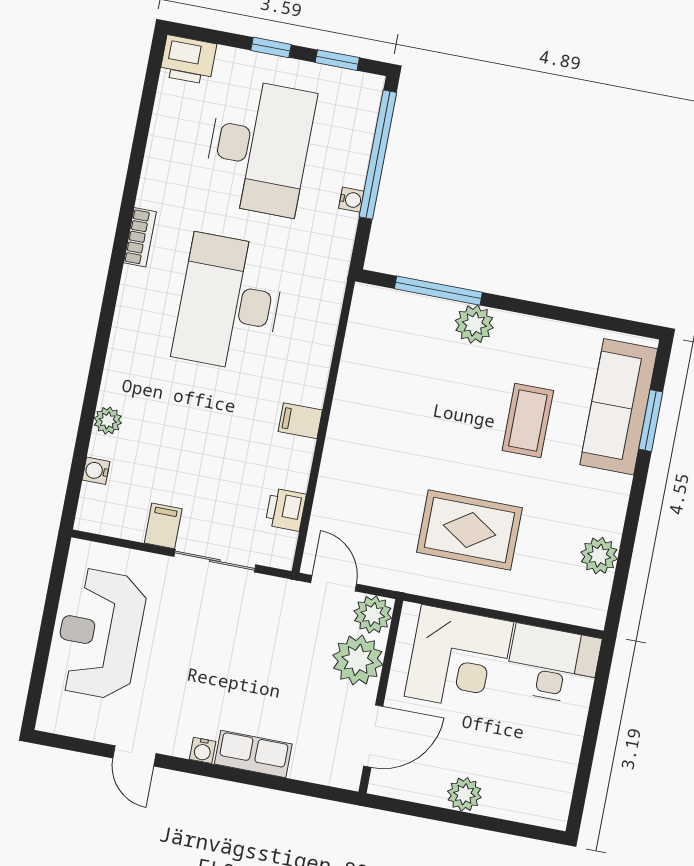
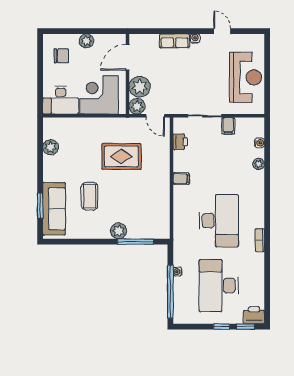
window: (337, 60) -> (246, 327), moved
rug: (469, 530) -> (121, 157), moved
chair: (531, 770) -> (61, 56), added

